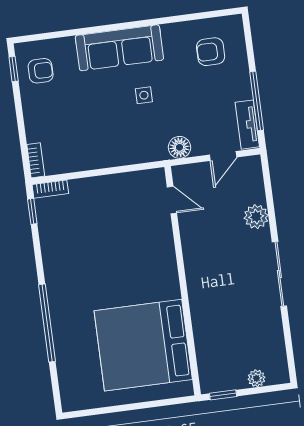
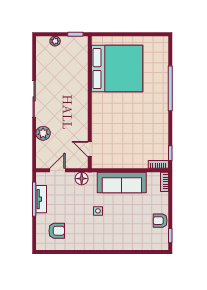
sofa: (119, 48) -> (122, 183), moved, turned 180
armchair: (41, 71) -> (160, 221), moved
tv unit: (247, 125) -> (41, 199), moved

